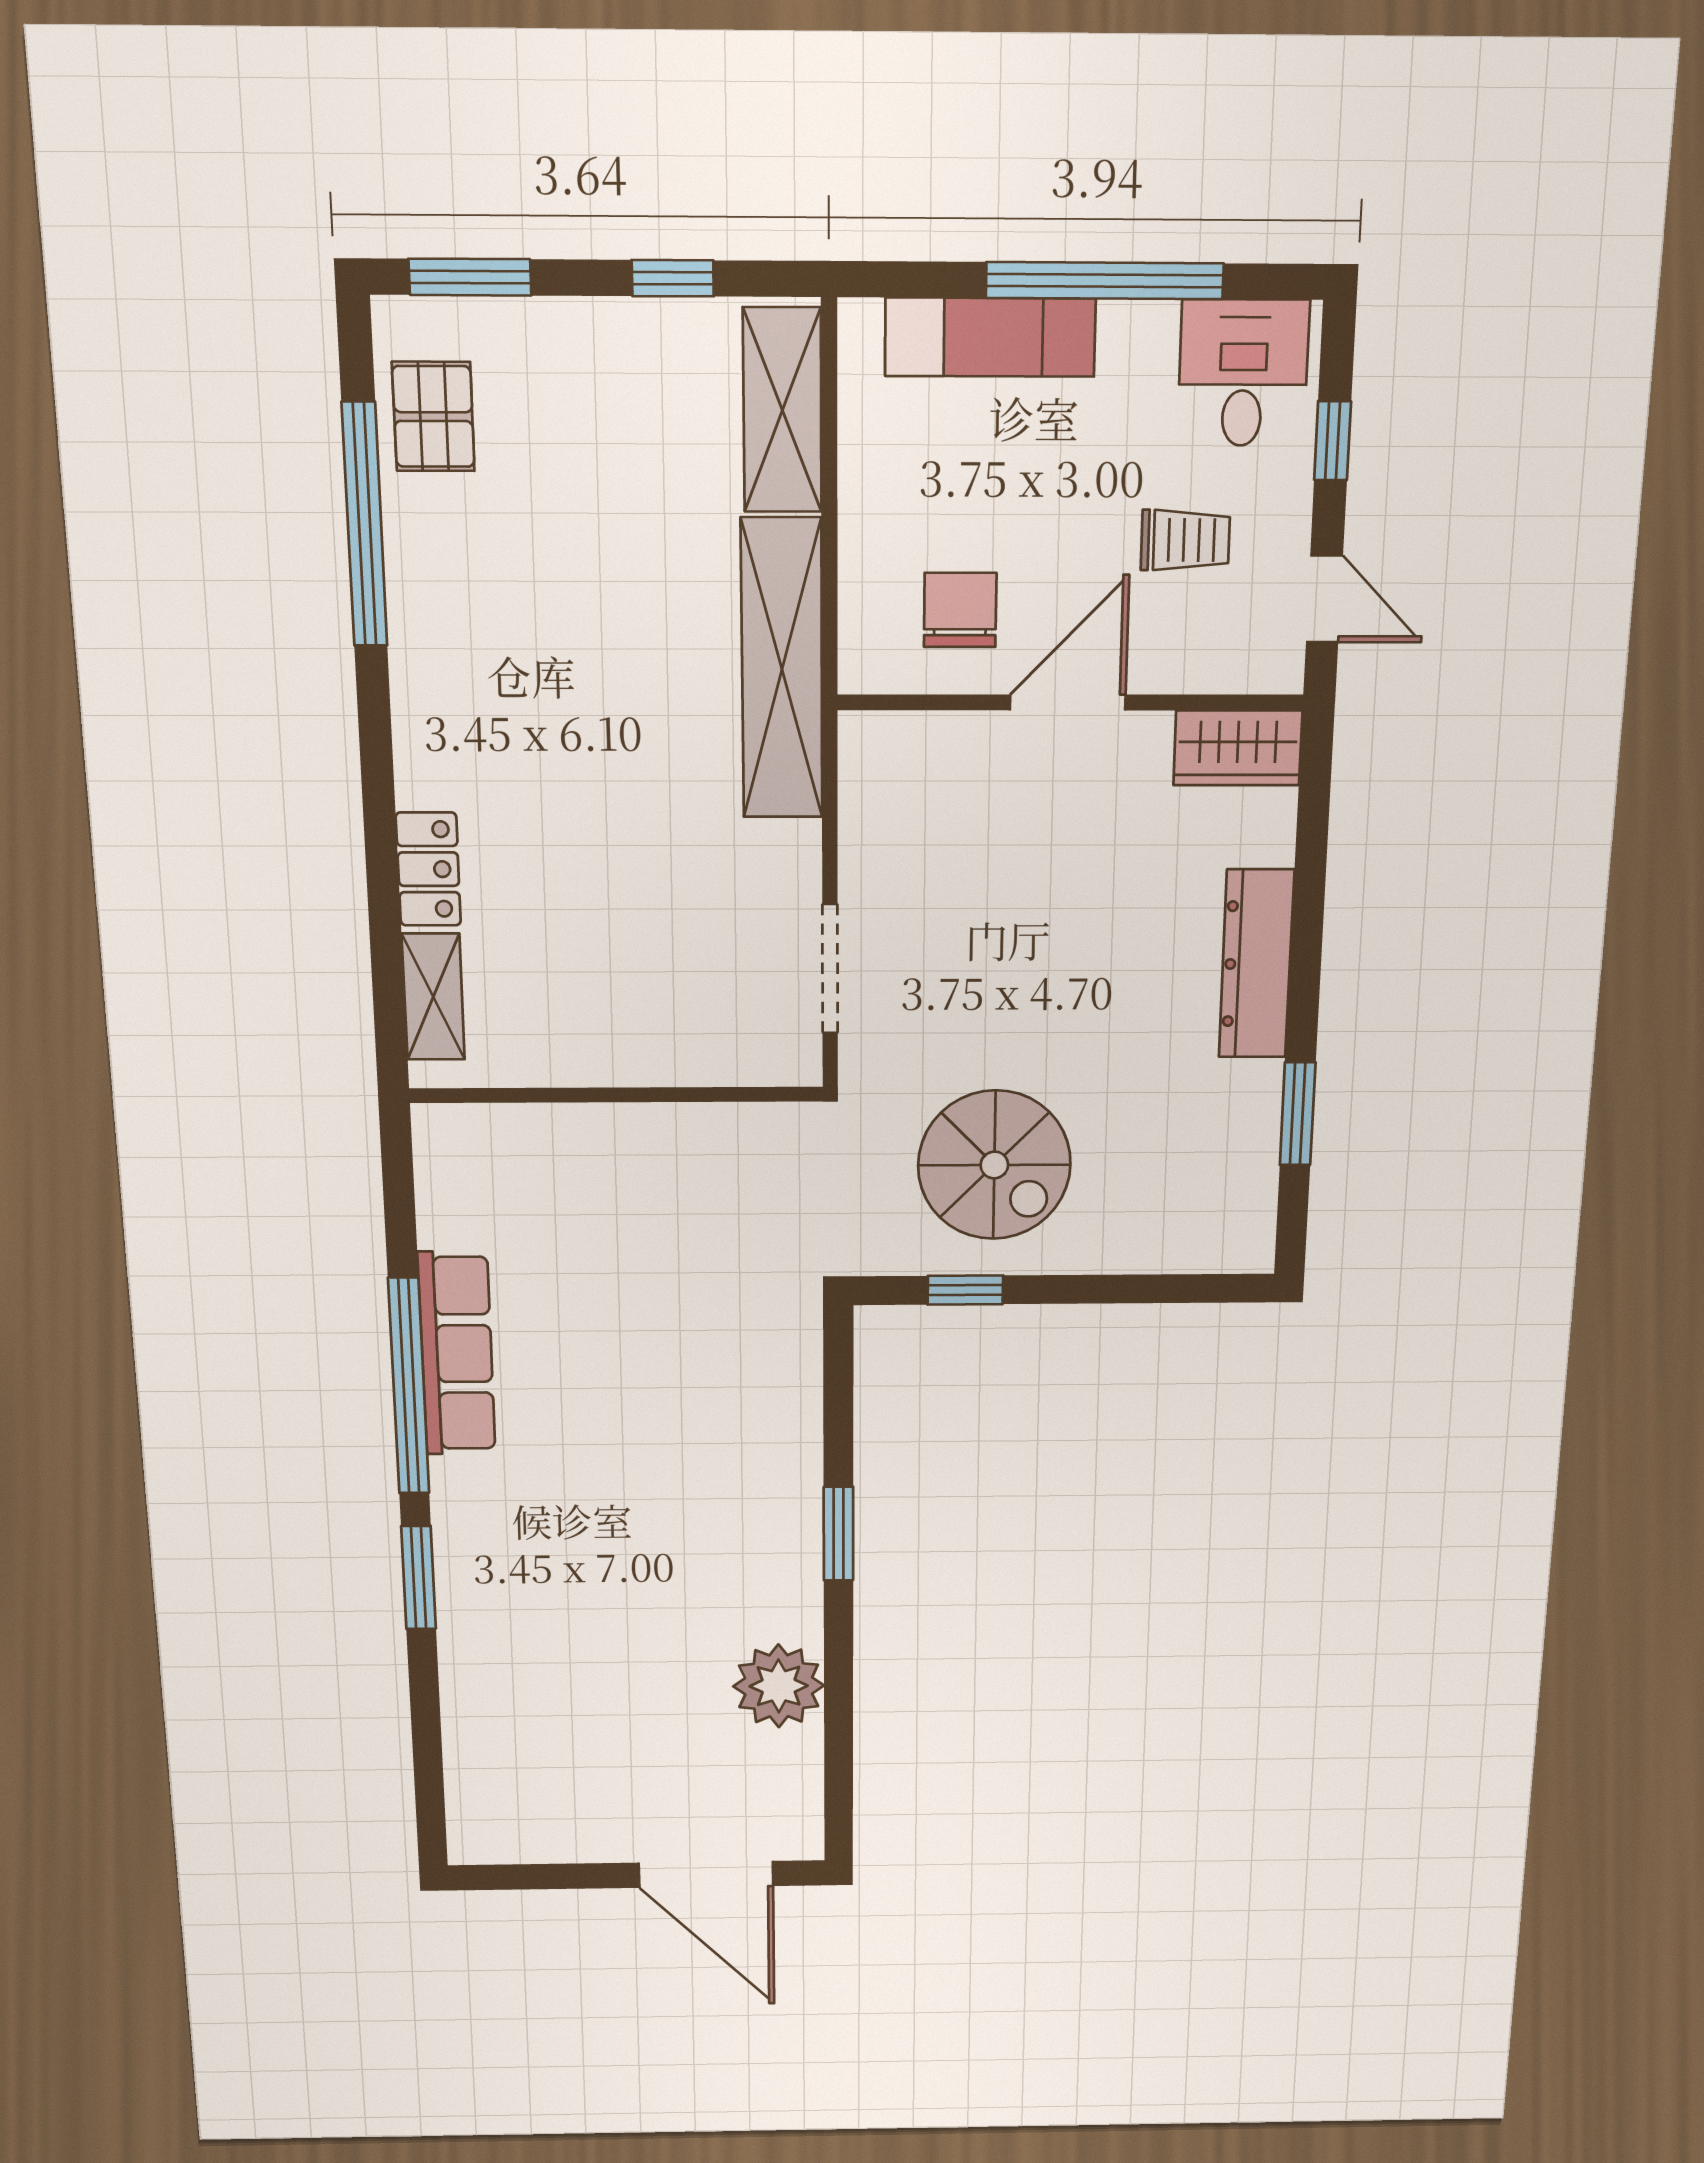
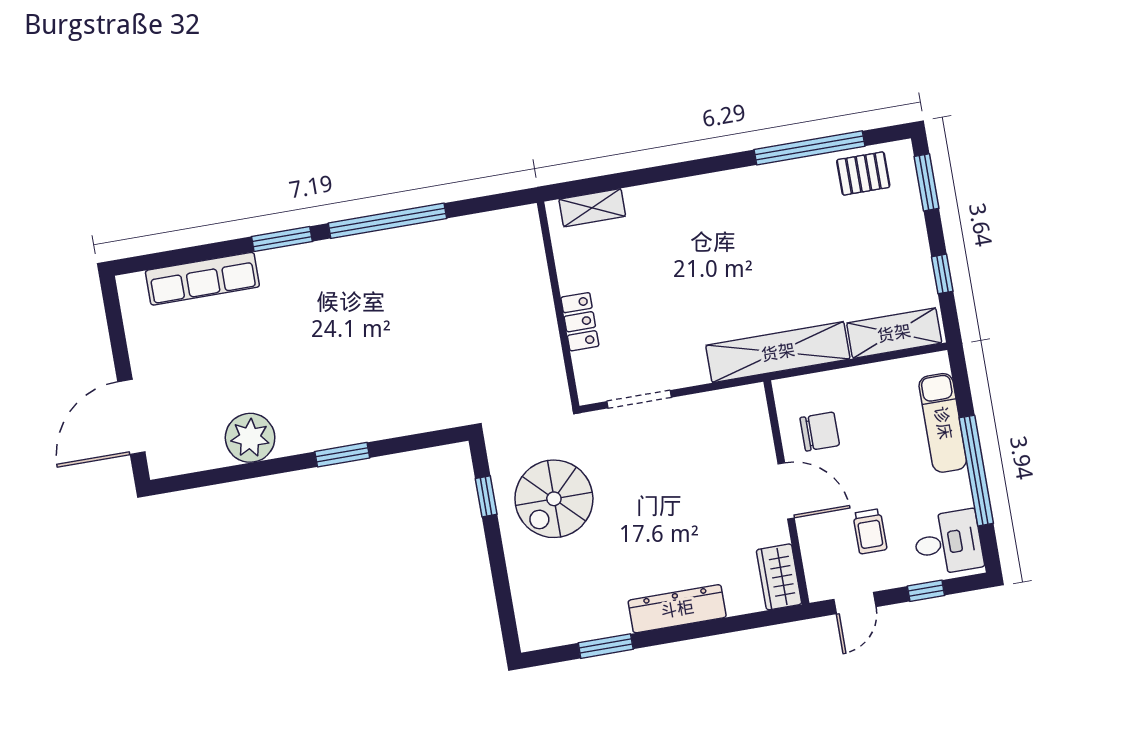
locker: (428, 869) -> (580, 322), moved, turned -90
row of seats: (457, 1354) -> (202, 279), moved

